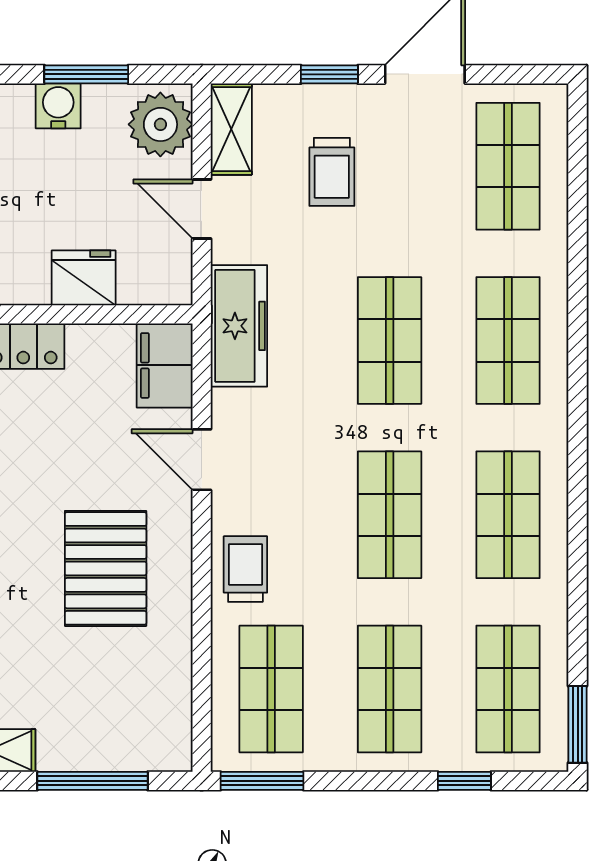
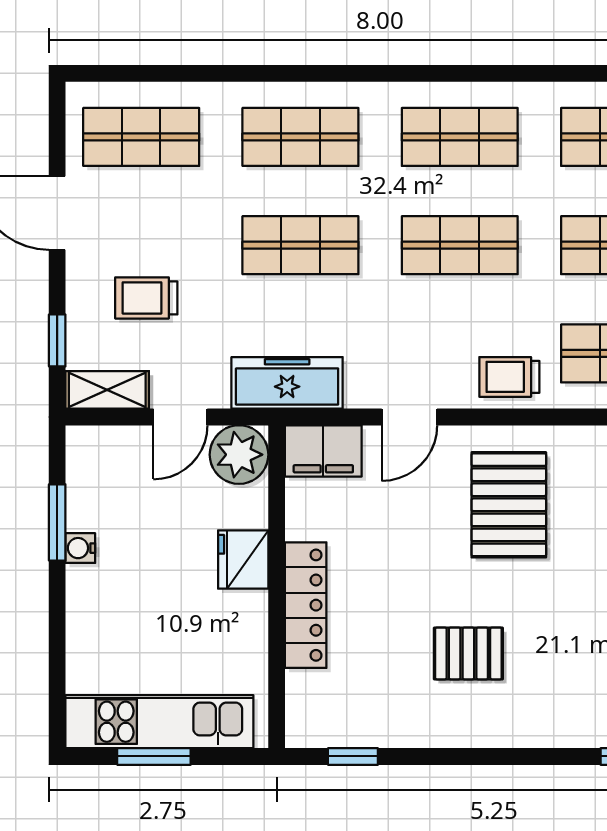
window: (329, 74) -> (57, 340), moved
water cooler: (58, 106) -> (80, 548), width x0.72, depth x0.72
plant: (160, 124) -> (239, 455), moved
trolley: (332, 172) -> (146, 298), turned 180
fridge: (84, 278) -> (243, 559), moved
pallet: (106, 568) -> (509, 505), turned 90

